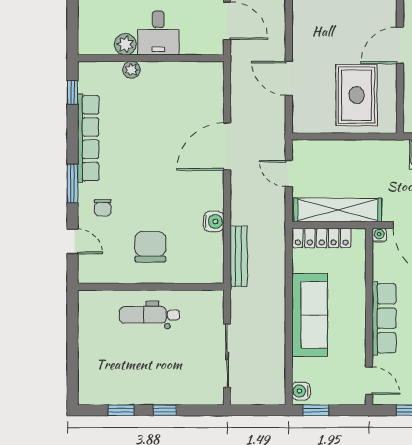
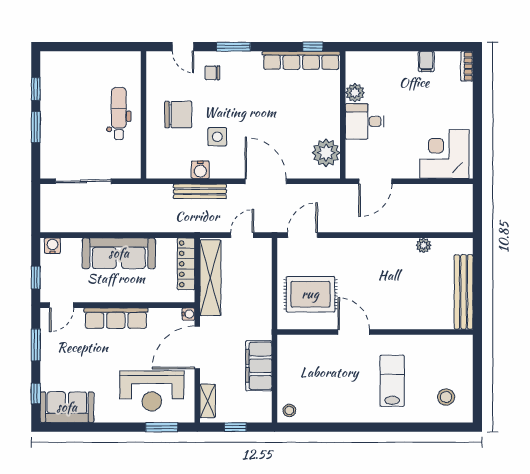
plant: (132, 70) -> (326, 153), moved, width x1.87, depth x1.87
door: (289, 78) -> (302, 235), moved
row of seats: (88, 138) -> (301, 60), moved
side table: (176, 202) -> (217, 137), added
door: (73, 241) -> (183, 47), hinge flipped
bench: (239, 256) -> (200, 191), moved
window: (165, 410) -> (36, 127), width x1.50
window: (316, 410) -> (36, 278), moved

